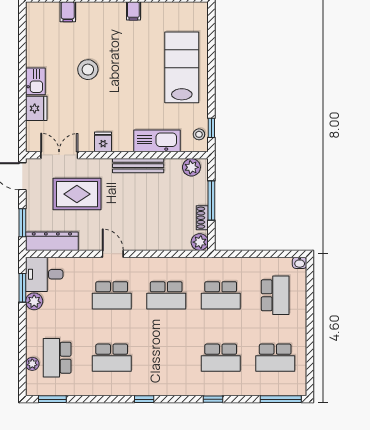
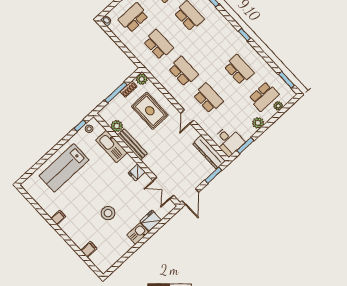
plant: (191, 167) -> (117, 126), moved
rug: (77, 194) -> (150, 111), moved
plant: (34, 301) -> (258, 123), moved

